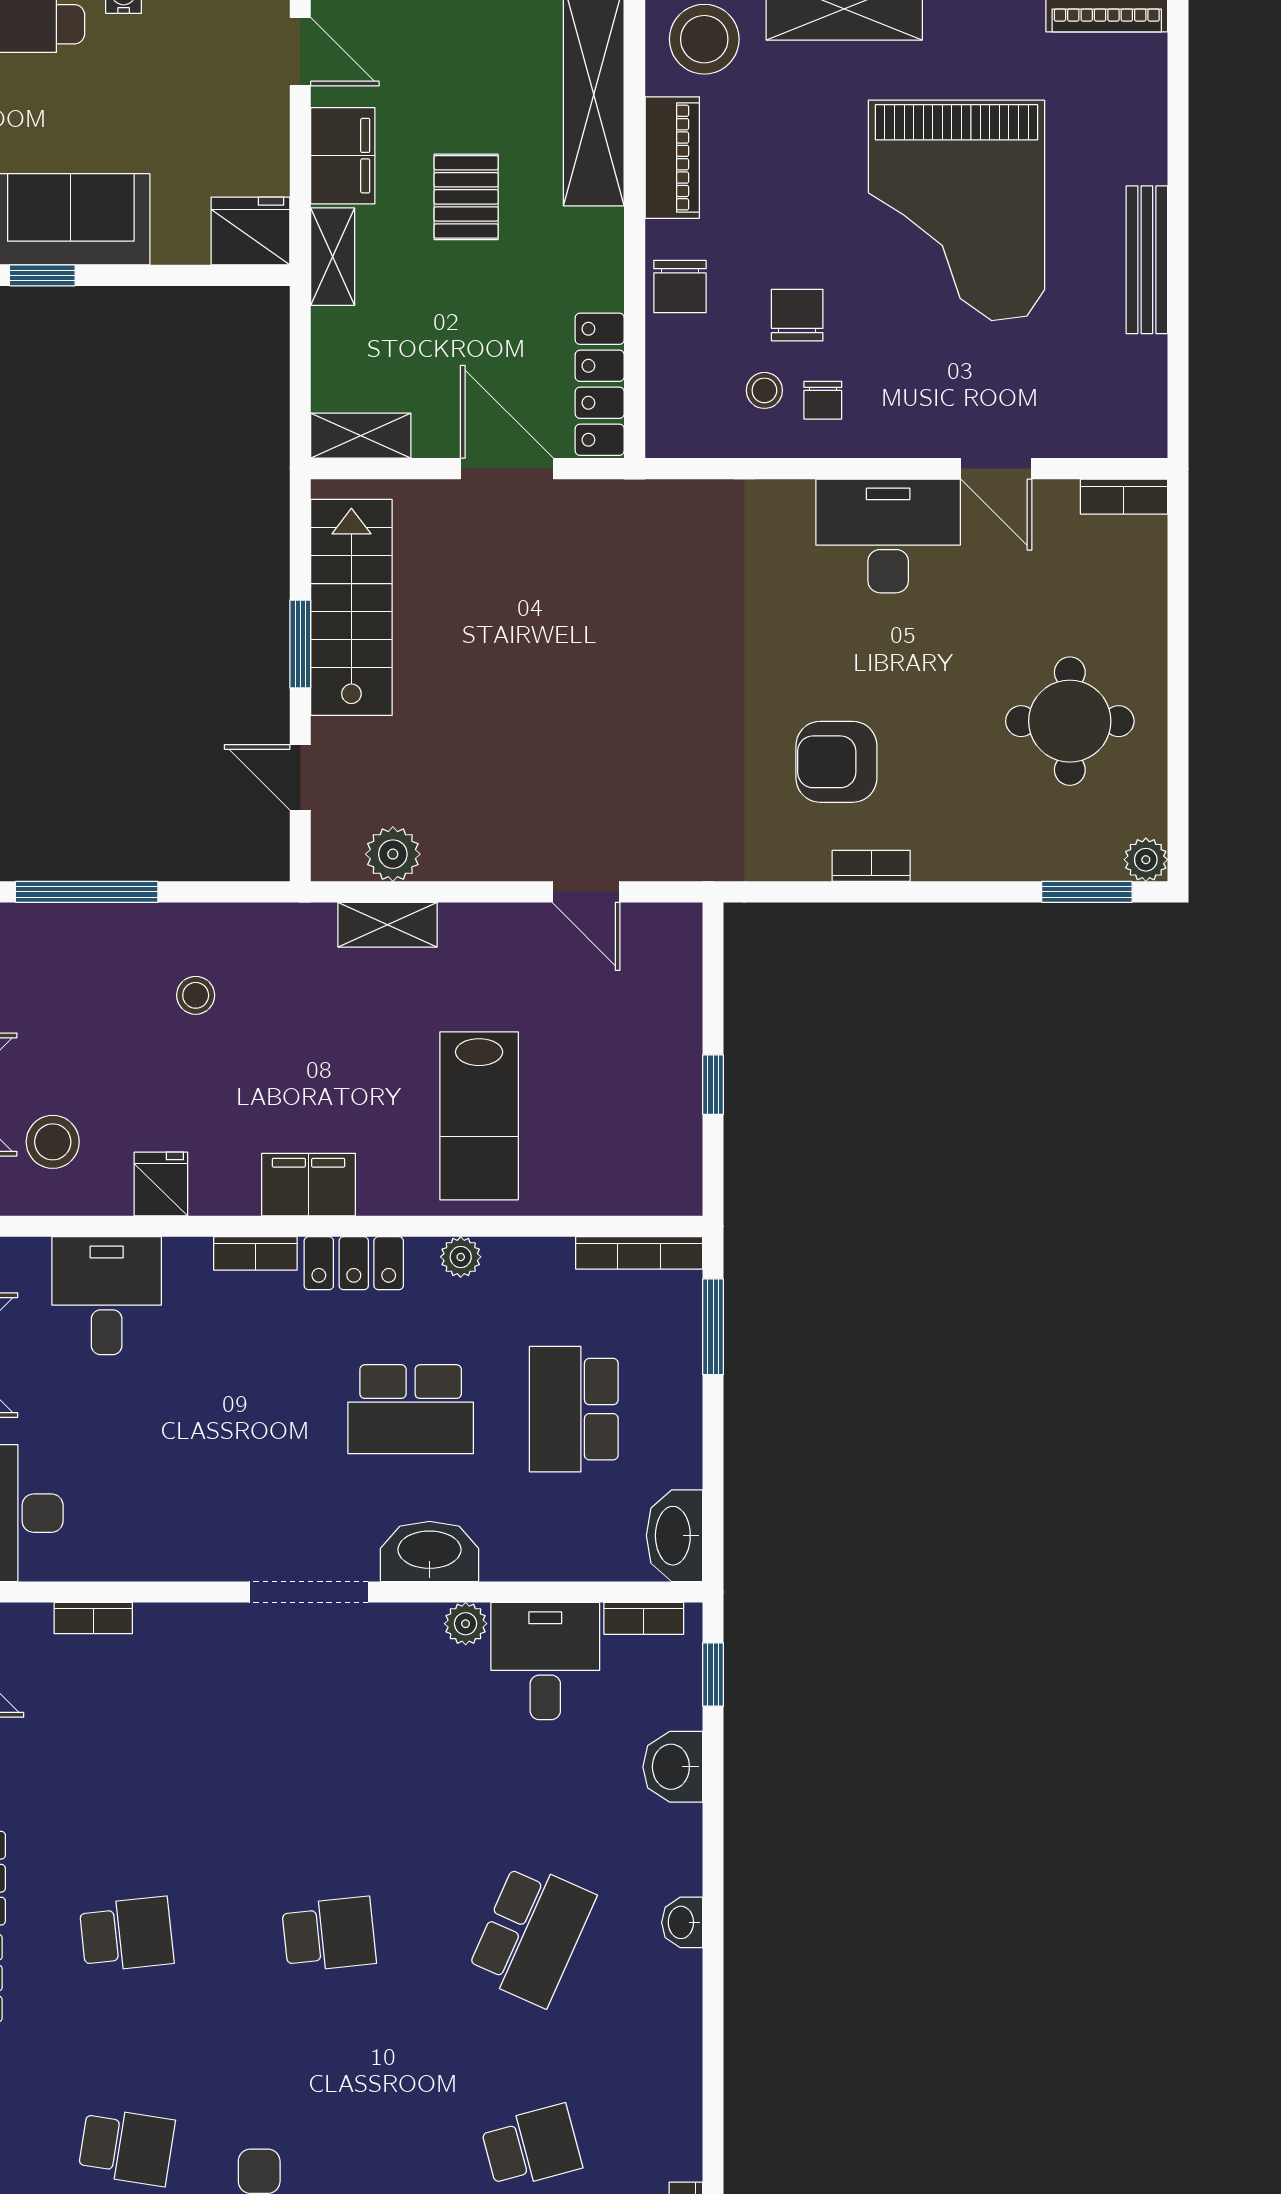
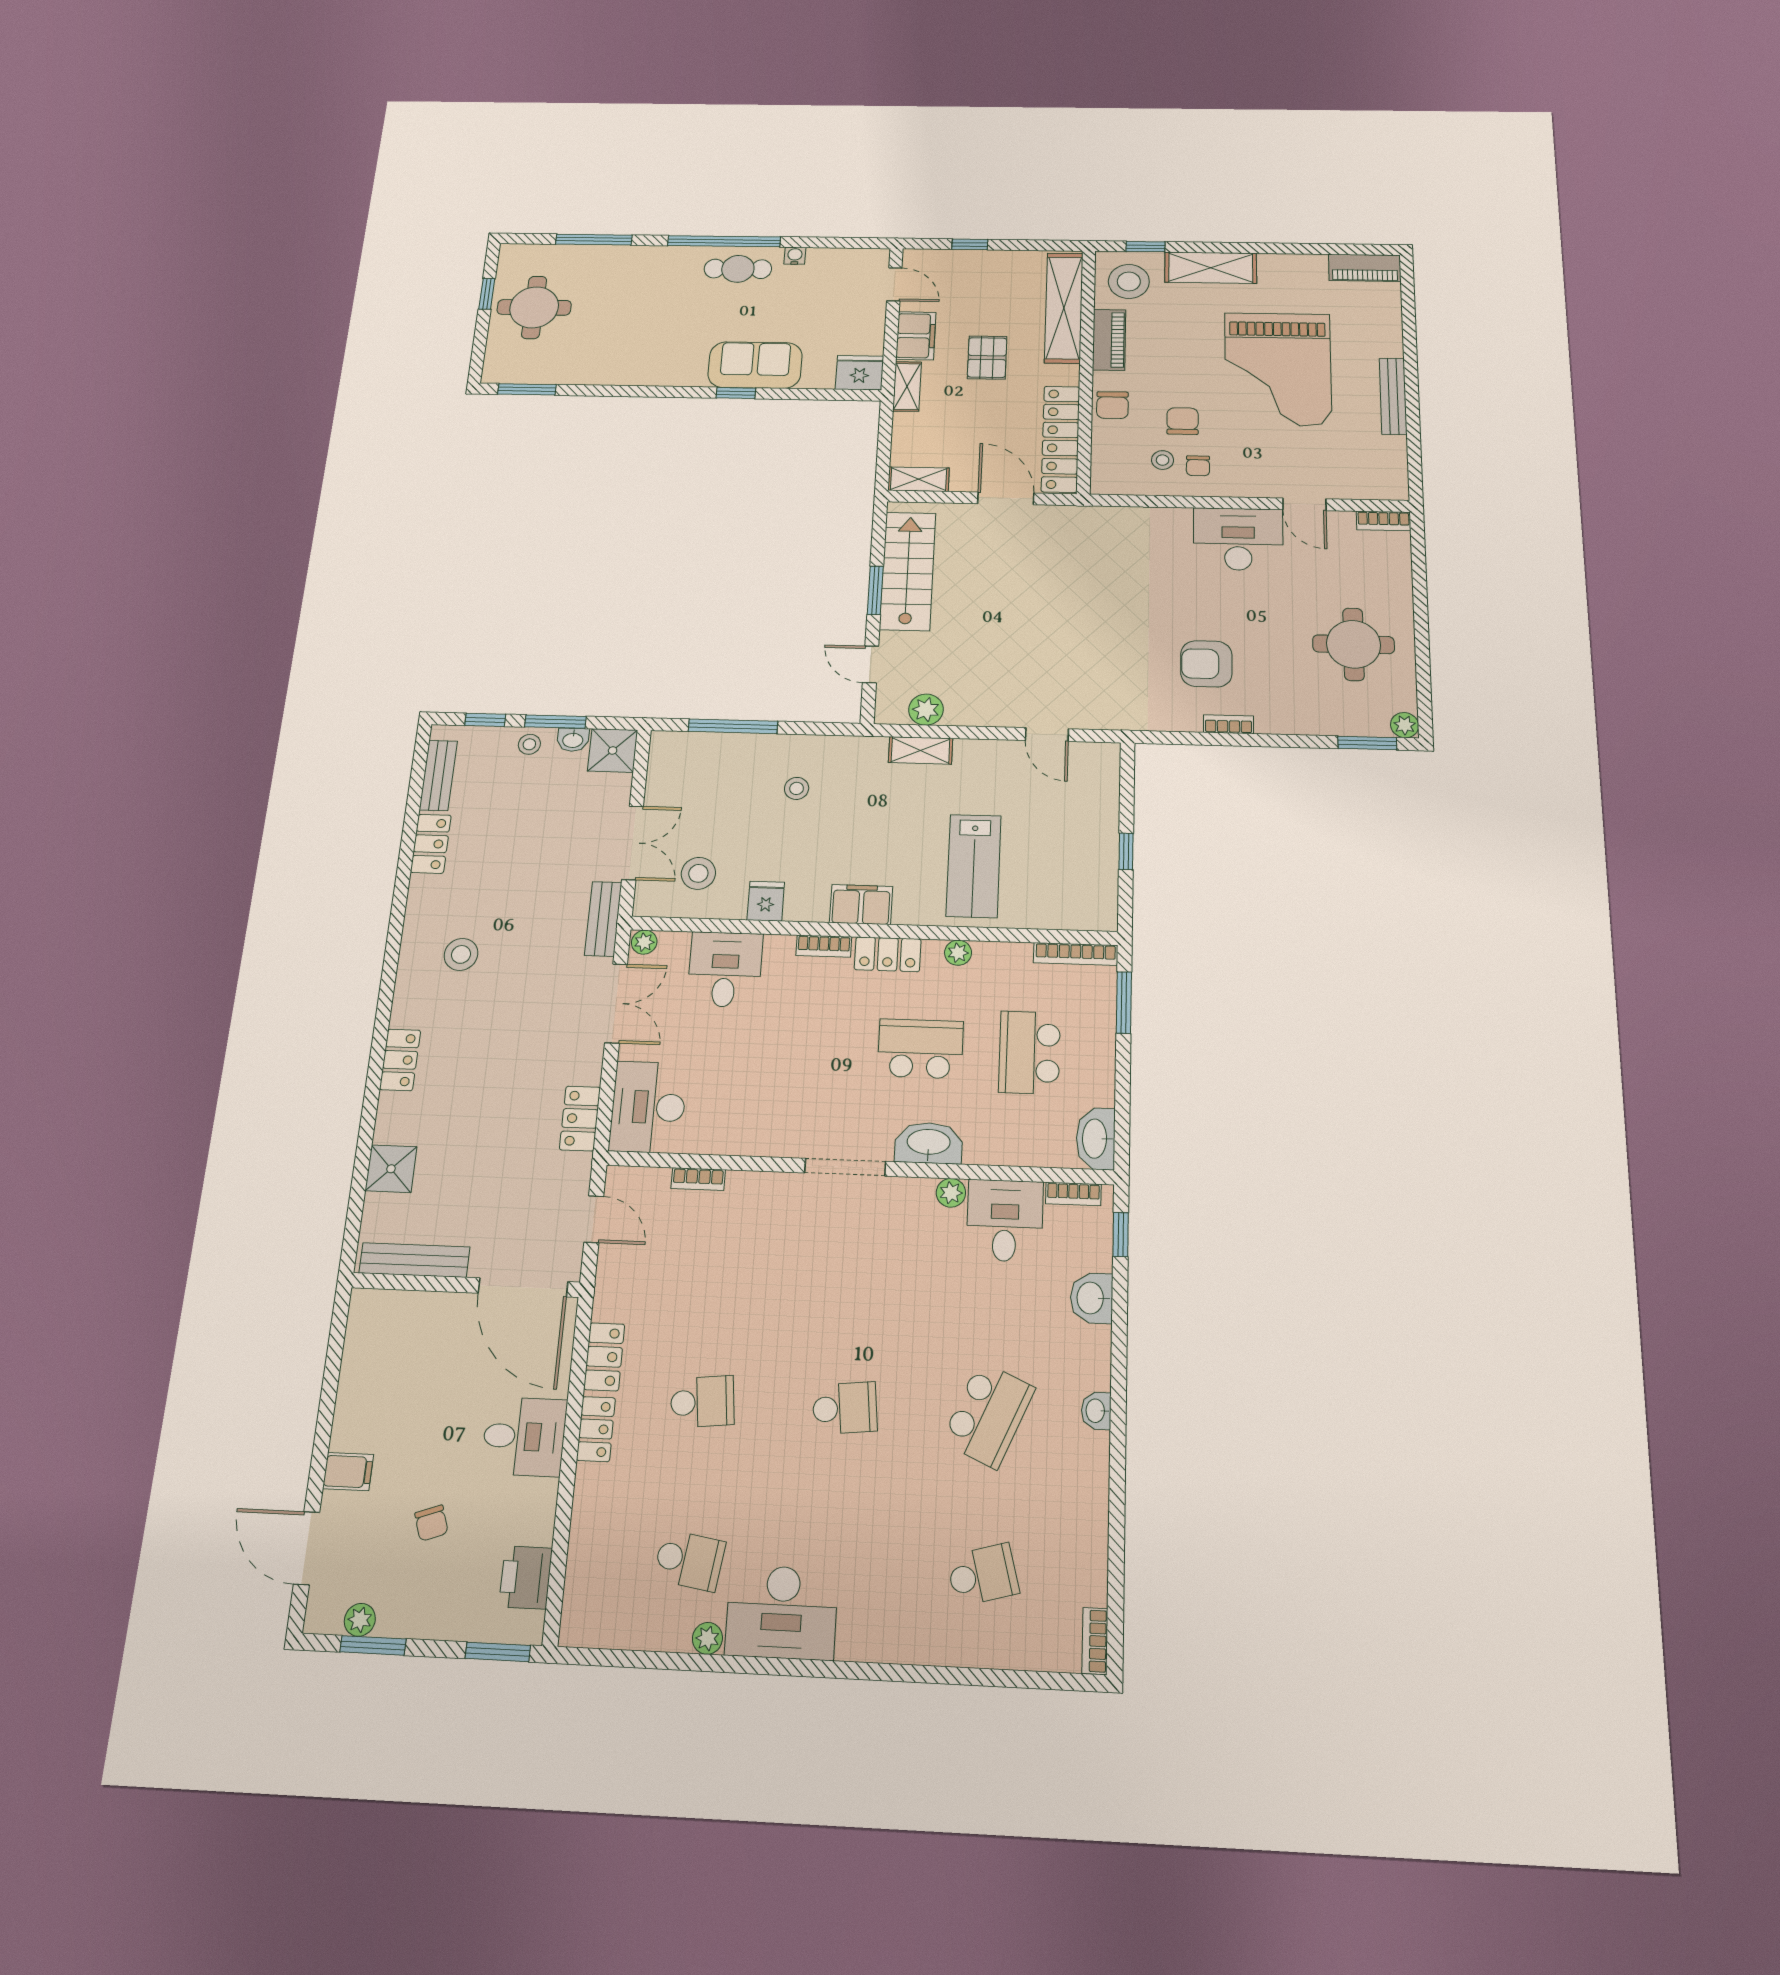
locker: (600, 384) -> (1061, 439), width x1.41, depth x1.21
school desk: (411, 1409) -> (920, 1049), turned 180

